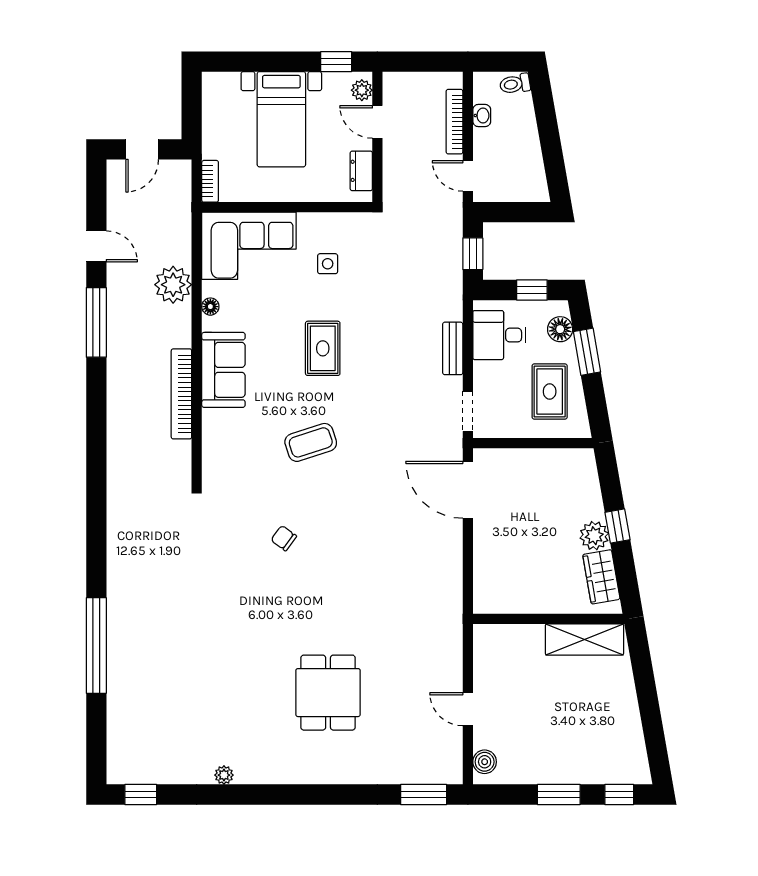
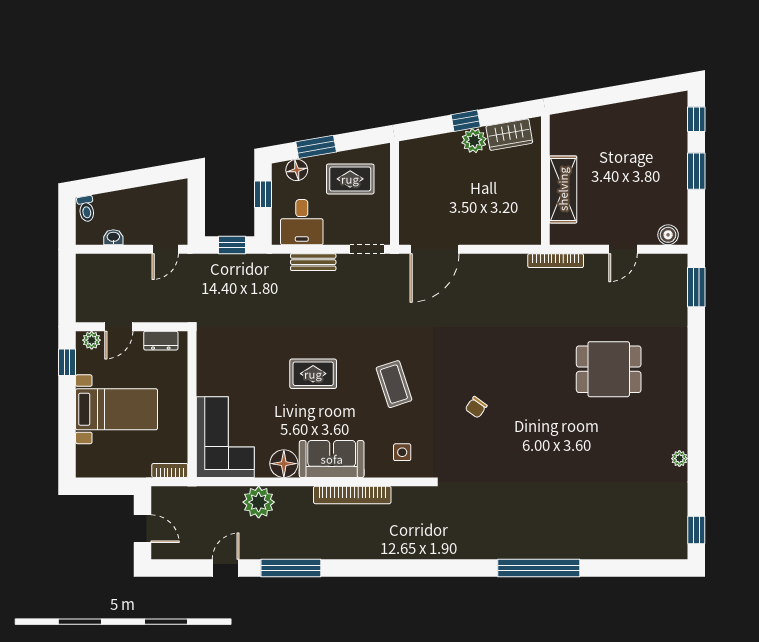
bookcase: (454, 122) -> (556, 261), moved
side table: (328, 264) -> (402, 452), moved
floor lamp: (210, 307) -> (284, 464), width x1.89, depth x1.89
shelving: (584, 639) -> (563, 189), moved
window: (96, 645) -> (539, 568), moved

